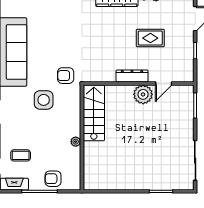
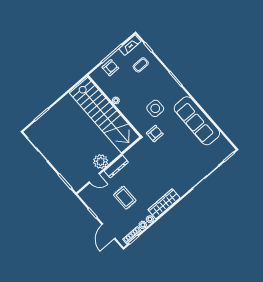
rug: (150, 38) -> (125, 198), turned 90
door: (164, 84) -> (94, 178), swing flipped
stairs: (94, 113) -> (105, 115), width x1.86, depth x1.51

